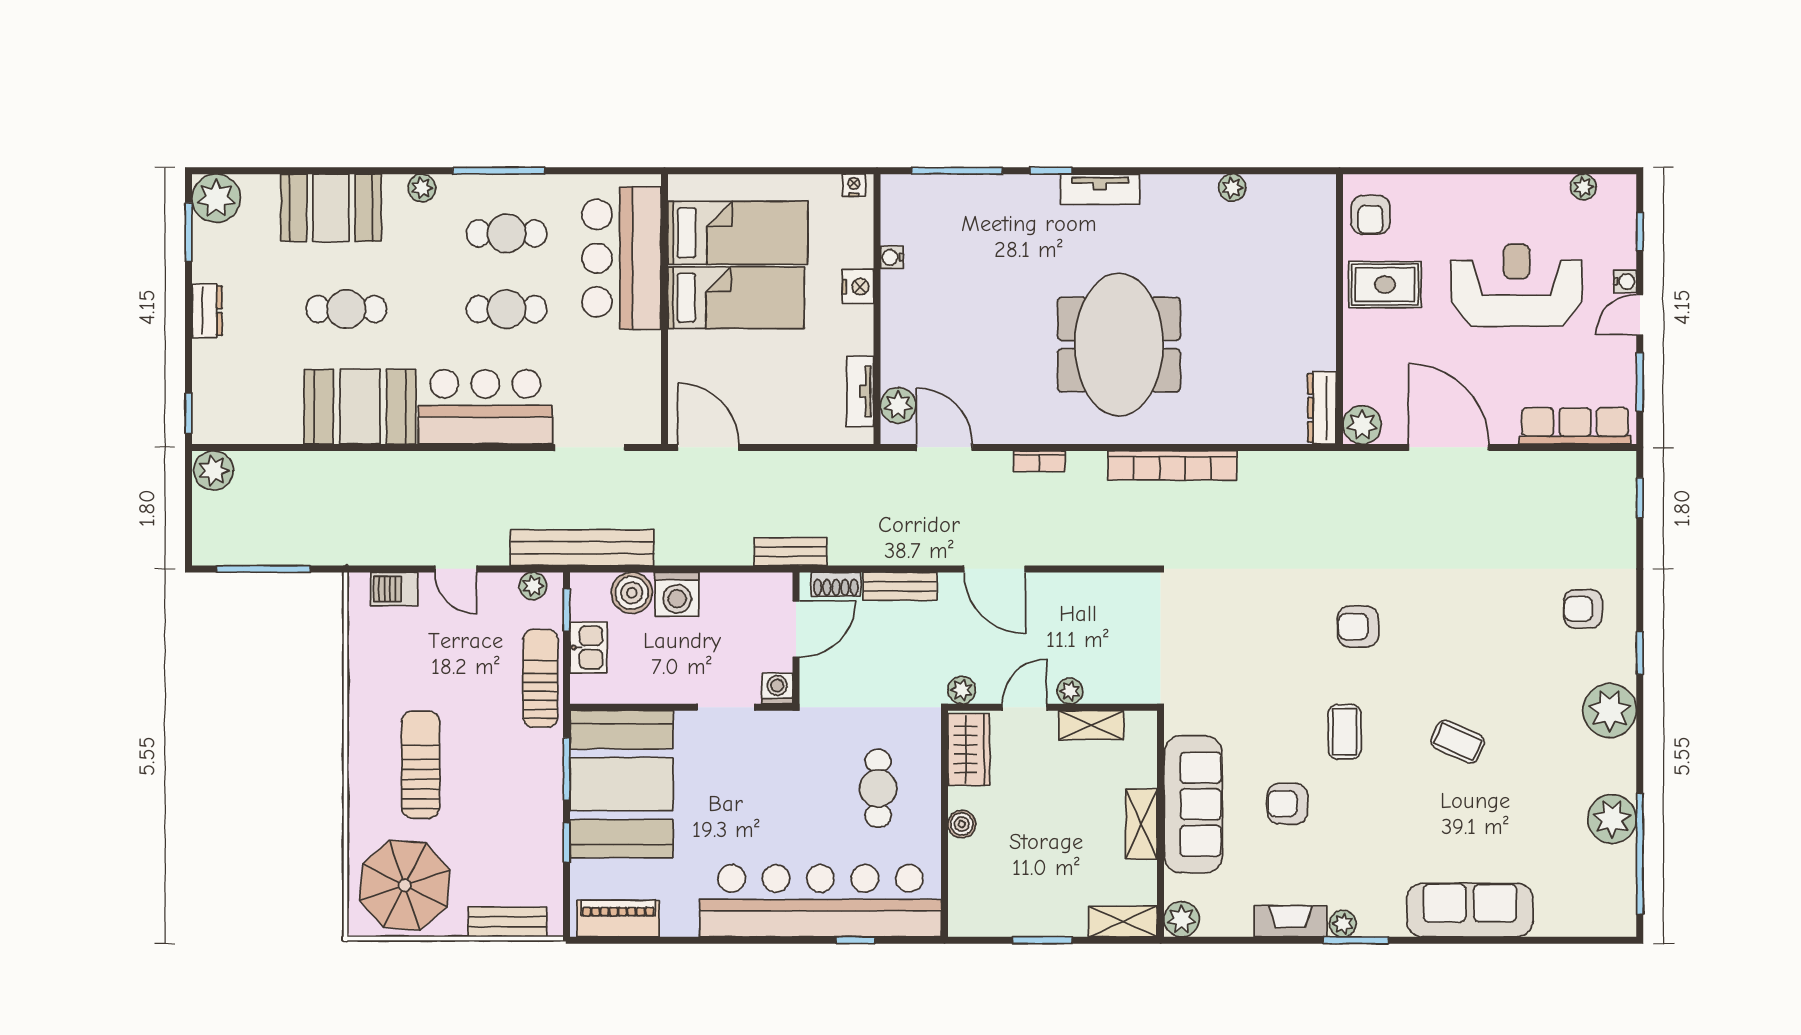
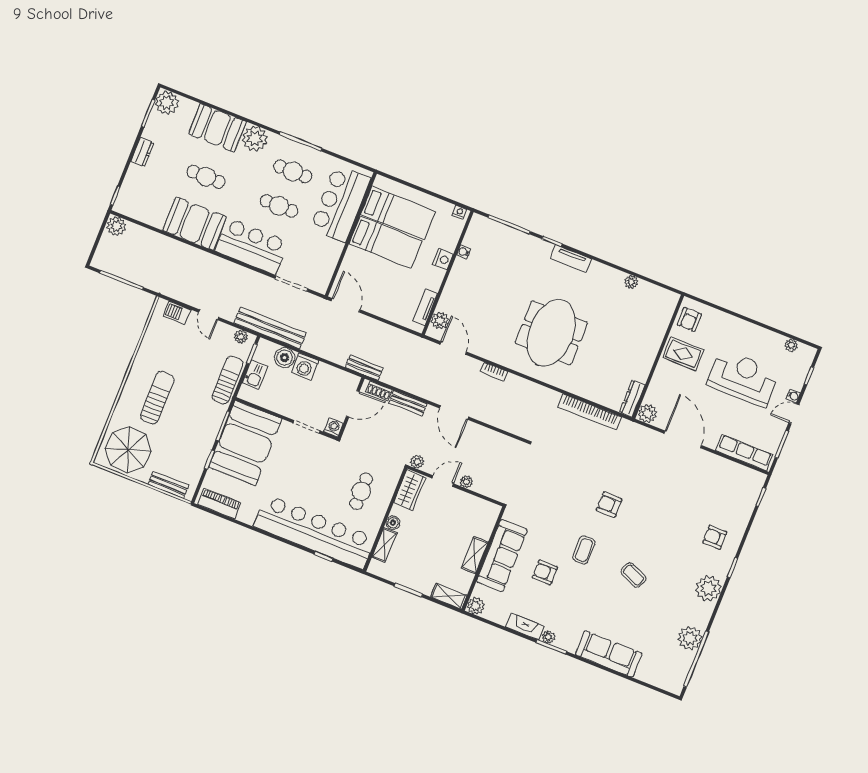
plant: (422, 188) -> (255, 139), width x1.87, depth x1.87
bookcase: (1172, 465) -> (589, 412), moved
shelving: (1091, 725) -> (384, 545), moved, turned 90

